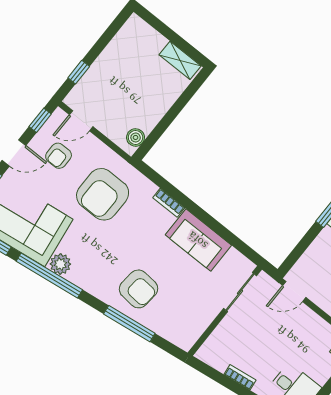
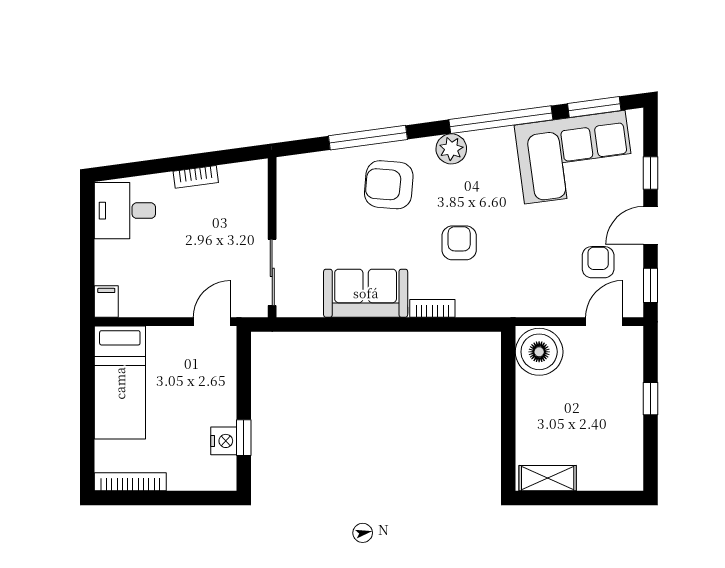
window: (79, 72) -> (651, 399), moved
boiler: (136, 137) -> (539, 352), width x1.86, depth x1.86
armchair: (103, 194) -> (459, 243), moved, width x0.53, depth x0.53
plant: (60, 264) -> (451, 149), moved

